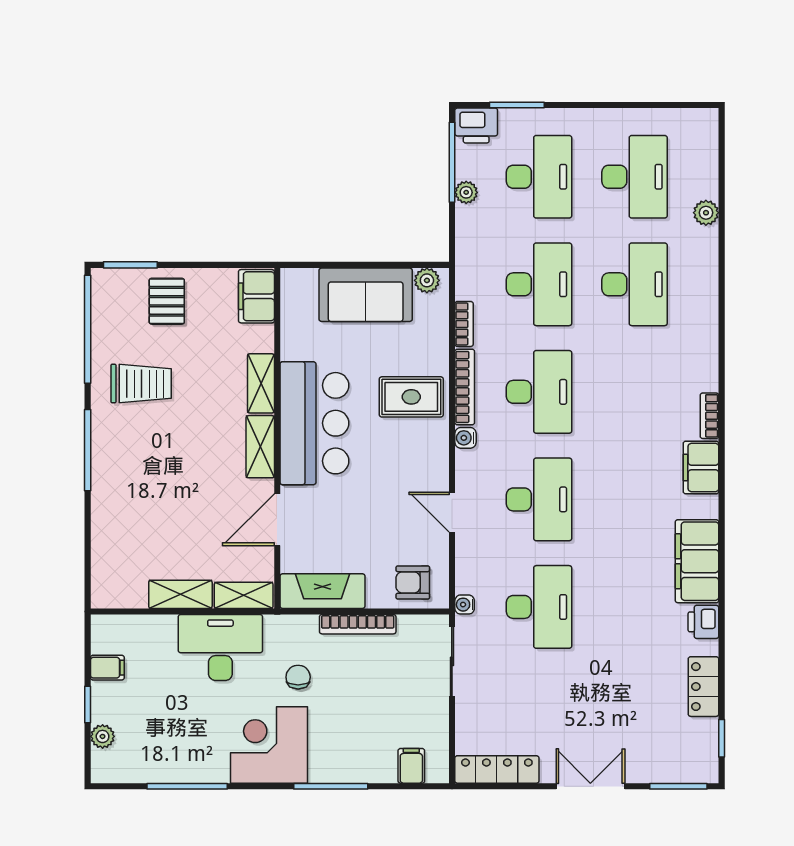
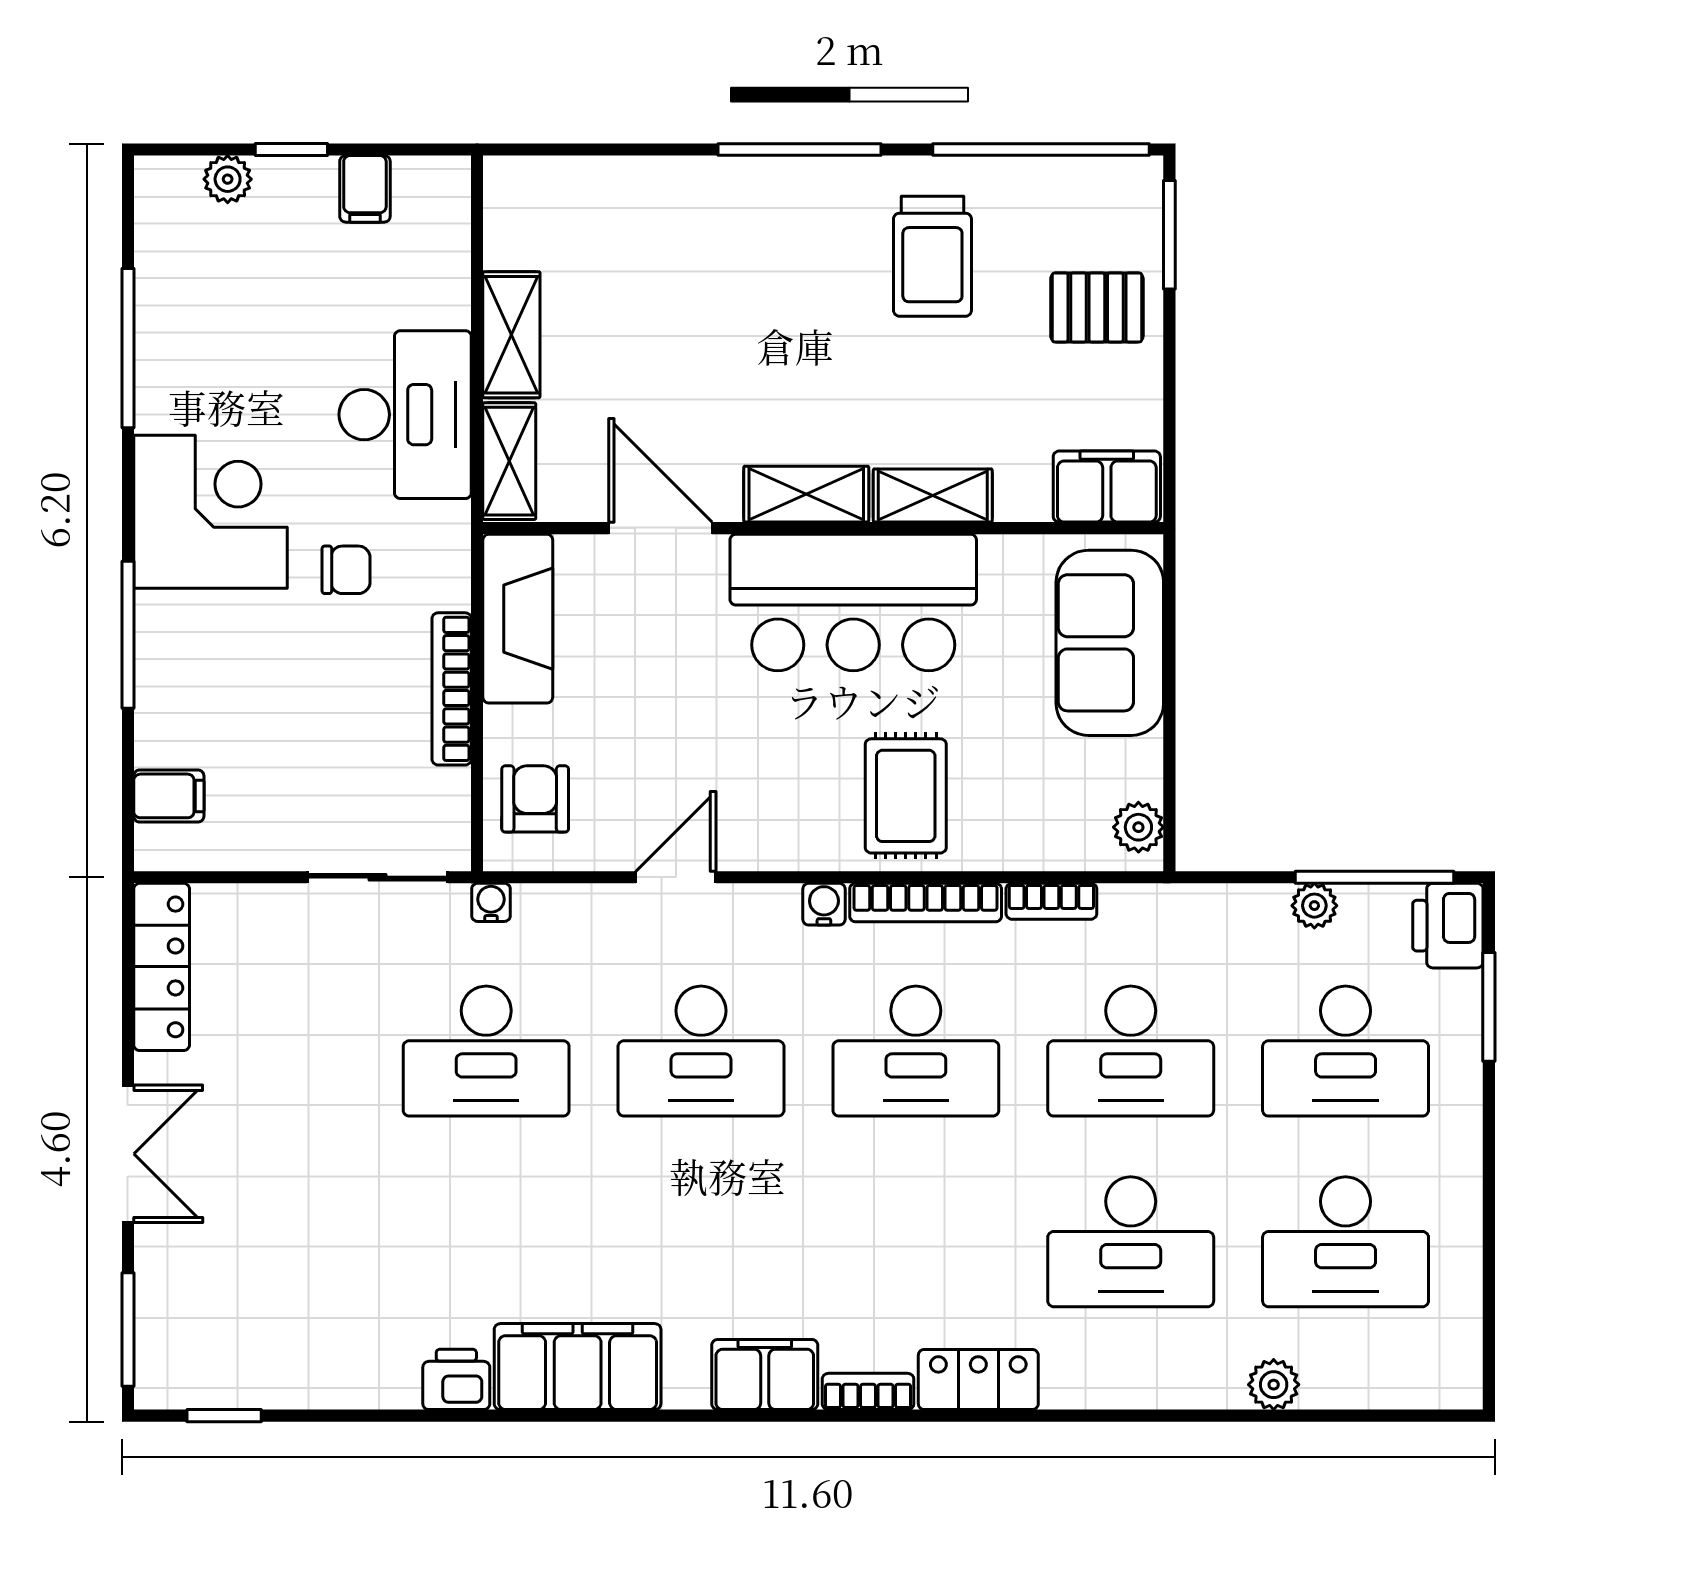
sofa: (366, 295) -> (1110, 643), moved
locker: (703, 687) -> (978, 1380), moved

